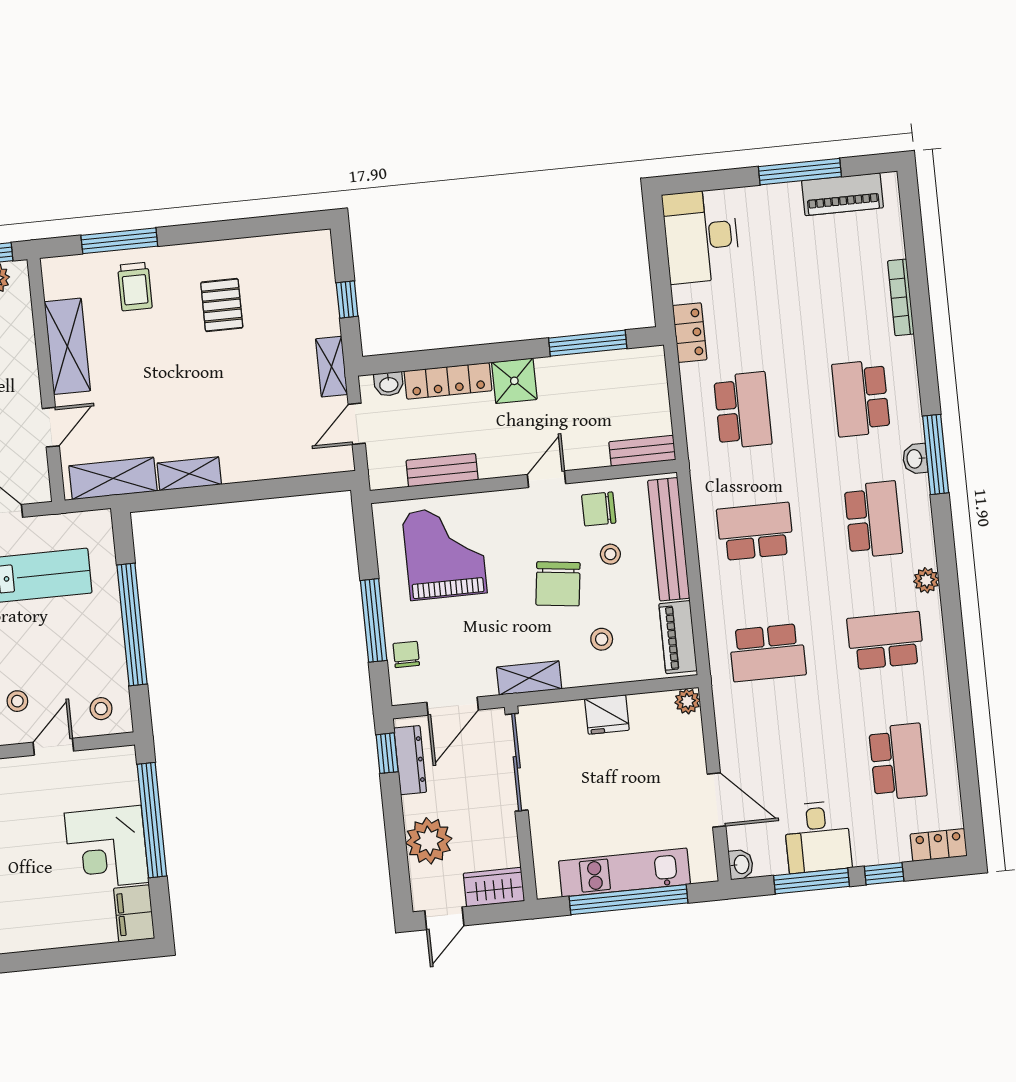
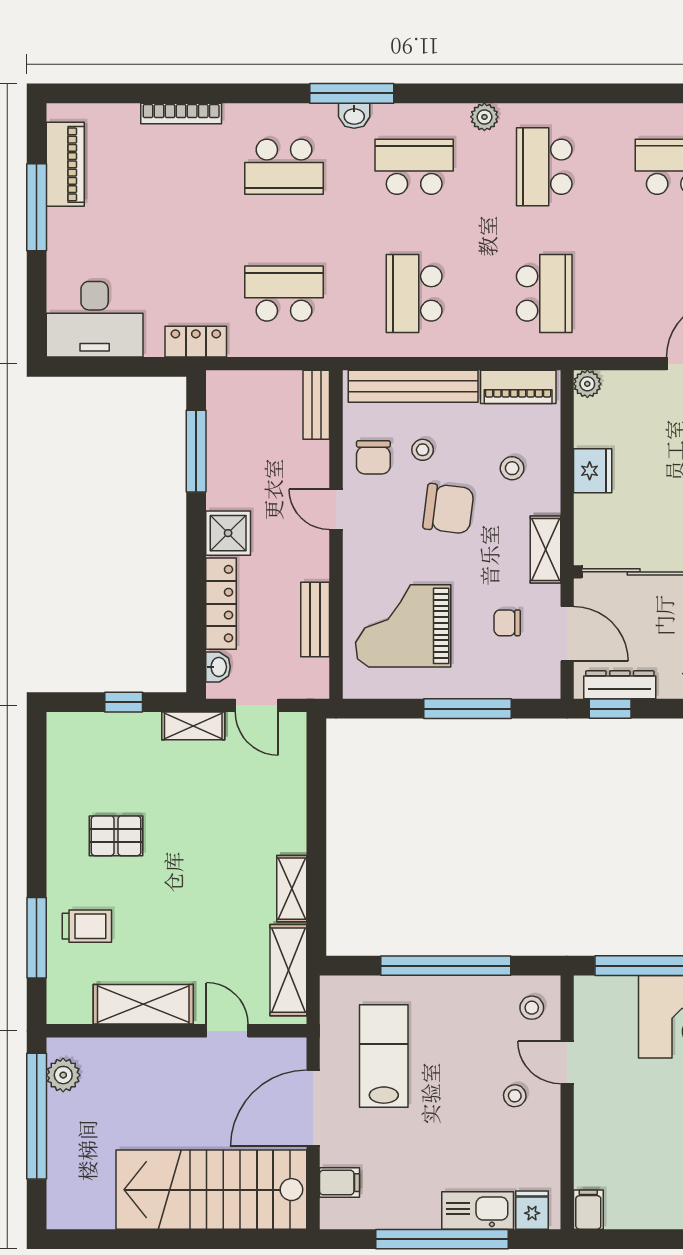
chair: (406, 654) -> (507, 623), moved

